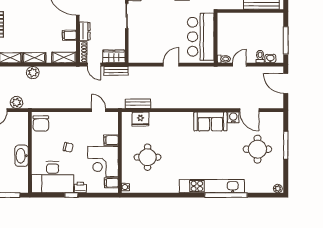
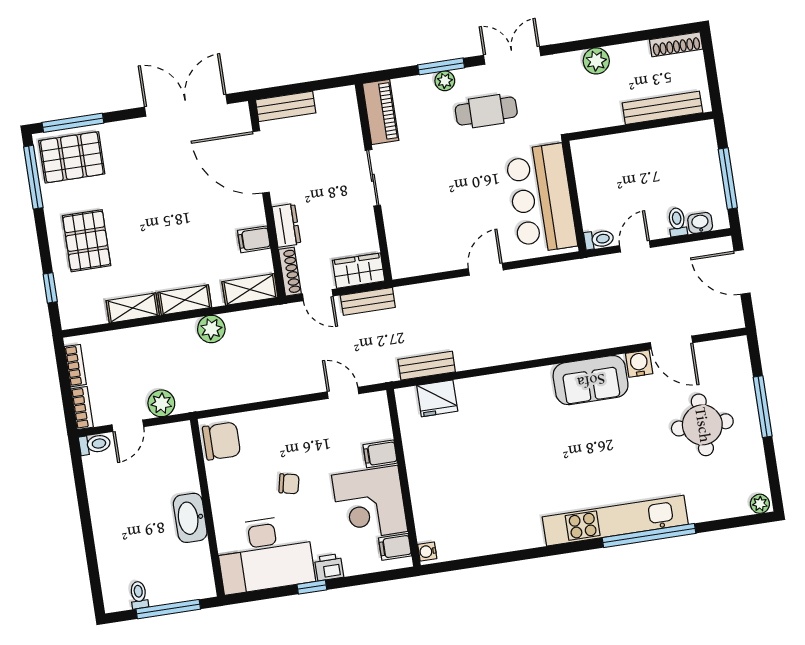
plant: (33, 73) -> (211, 329), moved
chair: (41, 123) -> (221, 441), turned -90
round table: (148, 157) -> (465, 479), removed

